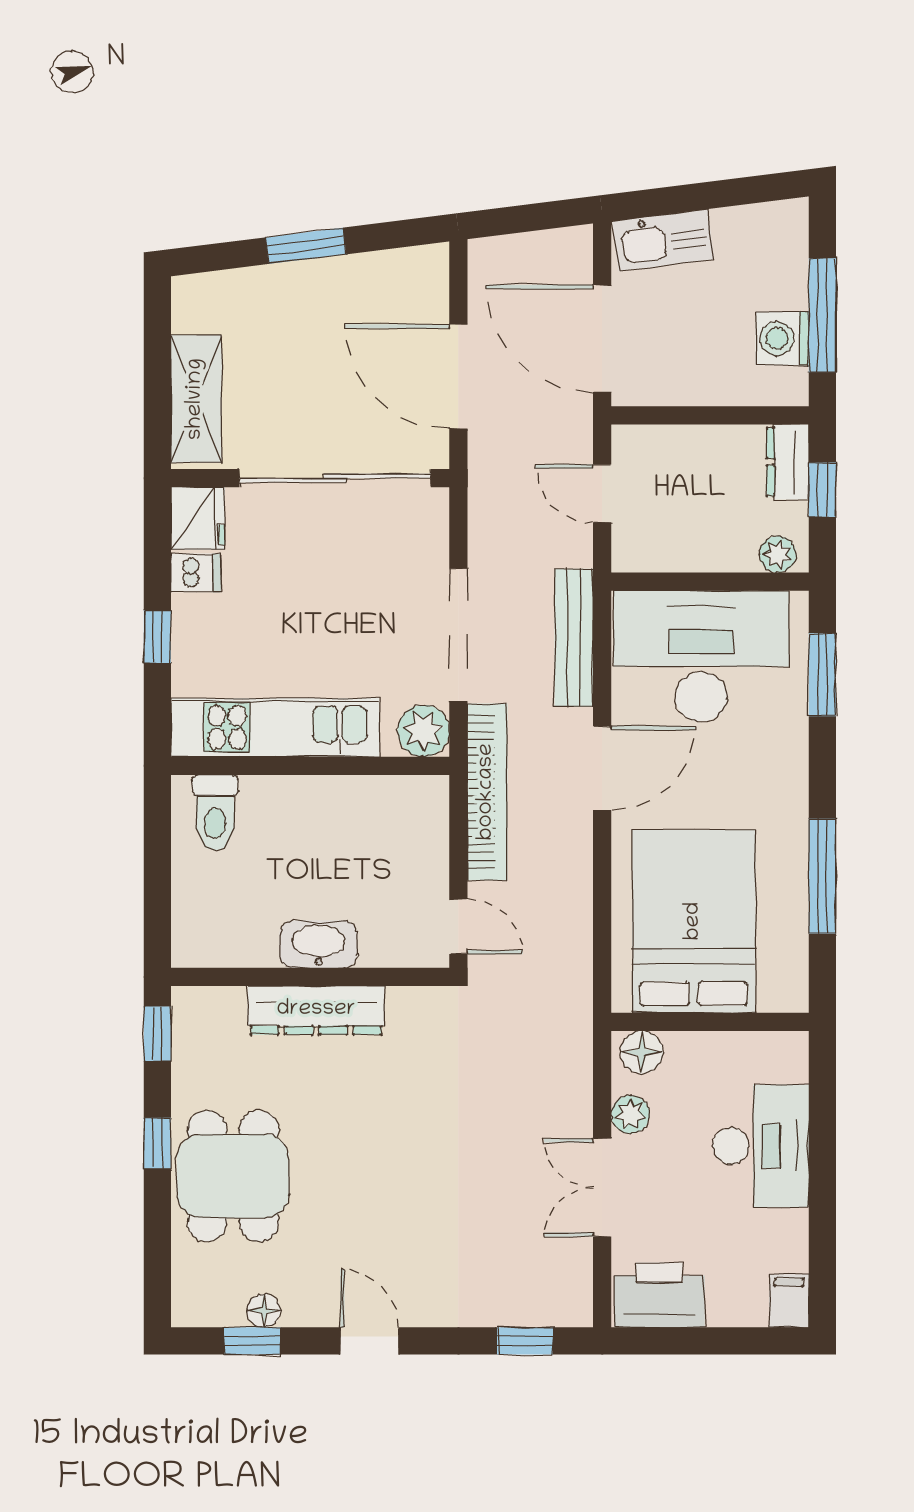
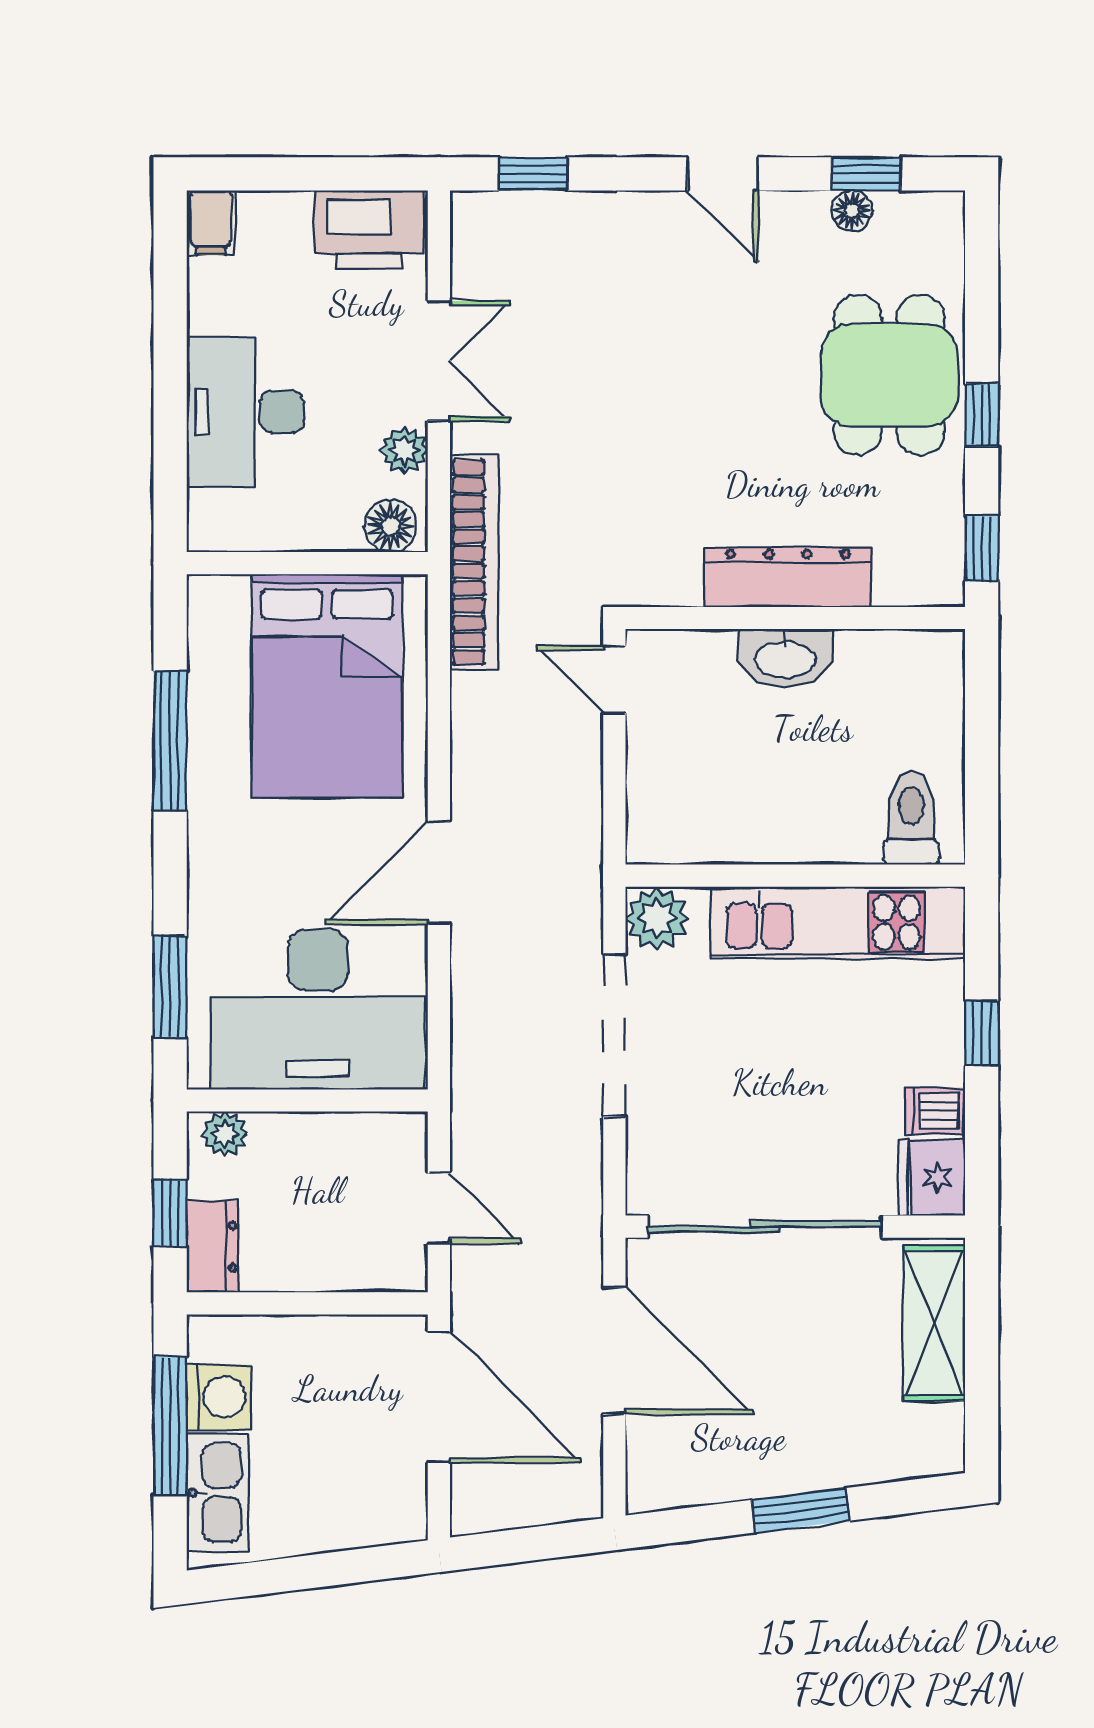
kitchen sink: (663, 240) -> (218, 1493), moved, turned 97
bench: (574, 638) -> (473, 1032), removed
bookcase: (487, 792) -> (474, 563), moved, turned 180

